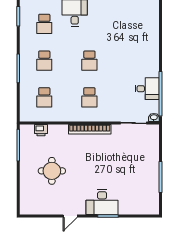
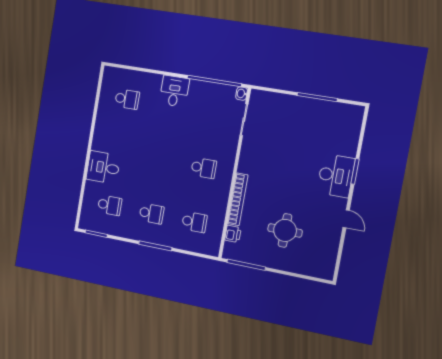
school desk: (89, 61) -> (127, 99), moved
desk: (147, 89) -> (174, 91), moved
bookcase: (90, 129) -> (238, 199), moved

